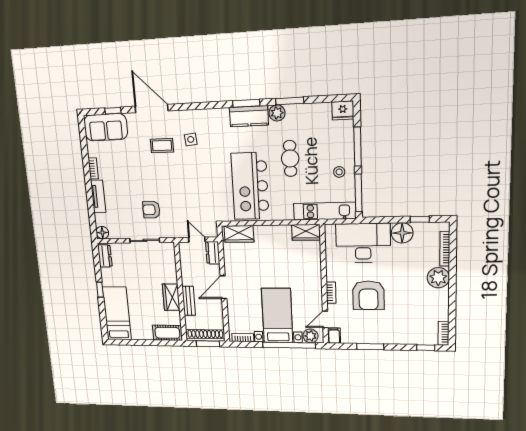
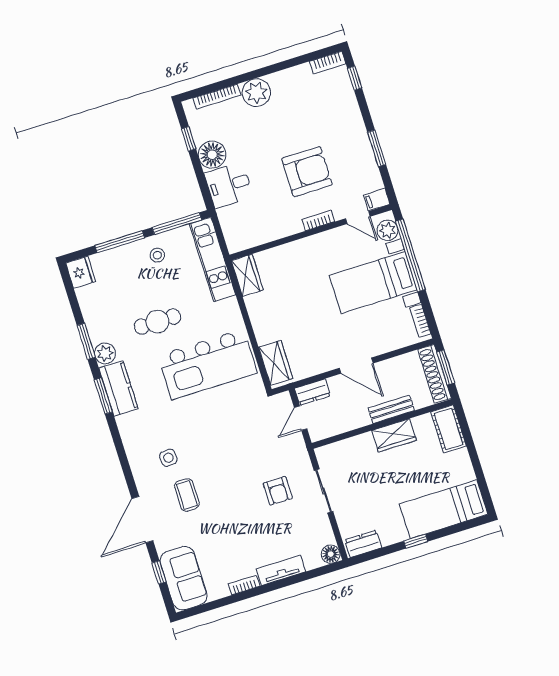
desk: (363, 243) -> (229, 185), width x0.53, depth x0.77

